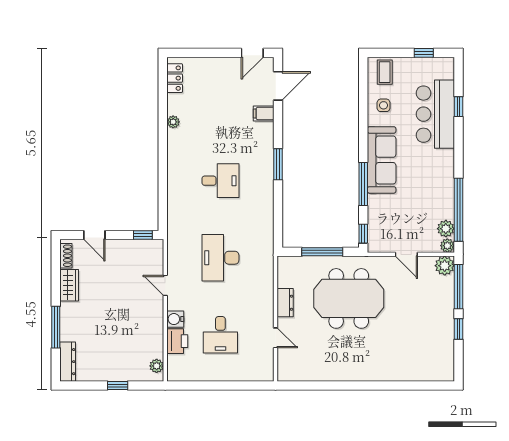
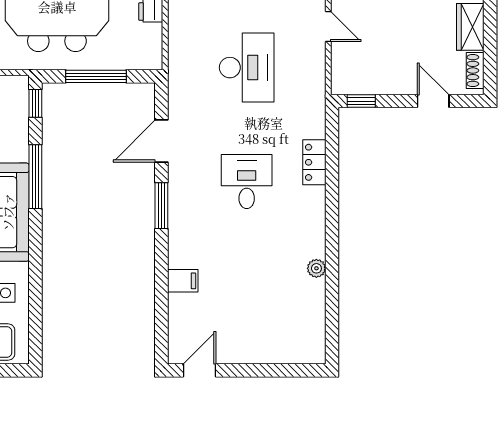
locker: (175, 78) -> (314, 162), moved
door: (278, 86) -> (161, 141), moved
desk: (220, 181) -> (247, 182), turned 90

